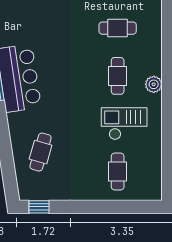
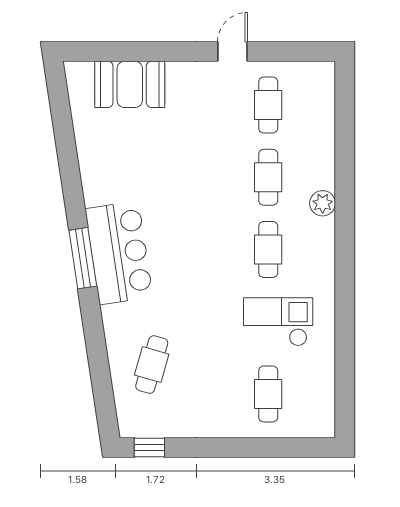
cafe table: (118, 28) -> (268, 177), turned 90
plant: (154, 84) -> (323, 203), moved

